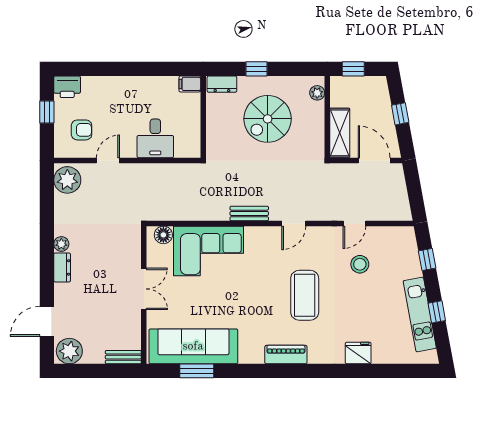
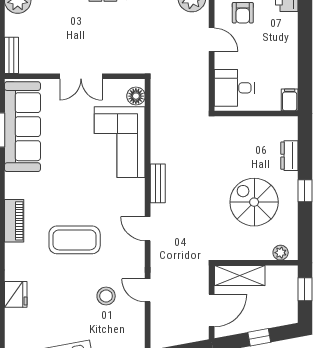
filing cabinet: (190, 84) -> (290, 100), moved
wall: (203, 117) -> (256, 113), moved

